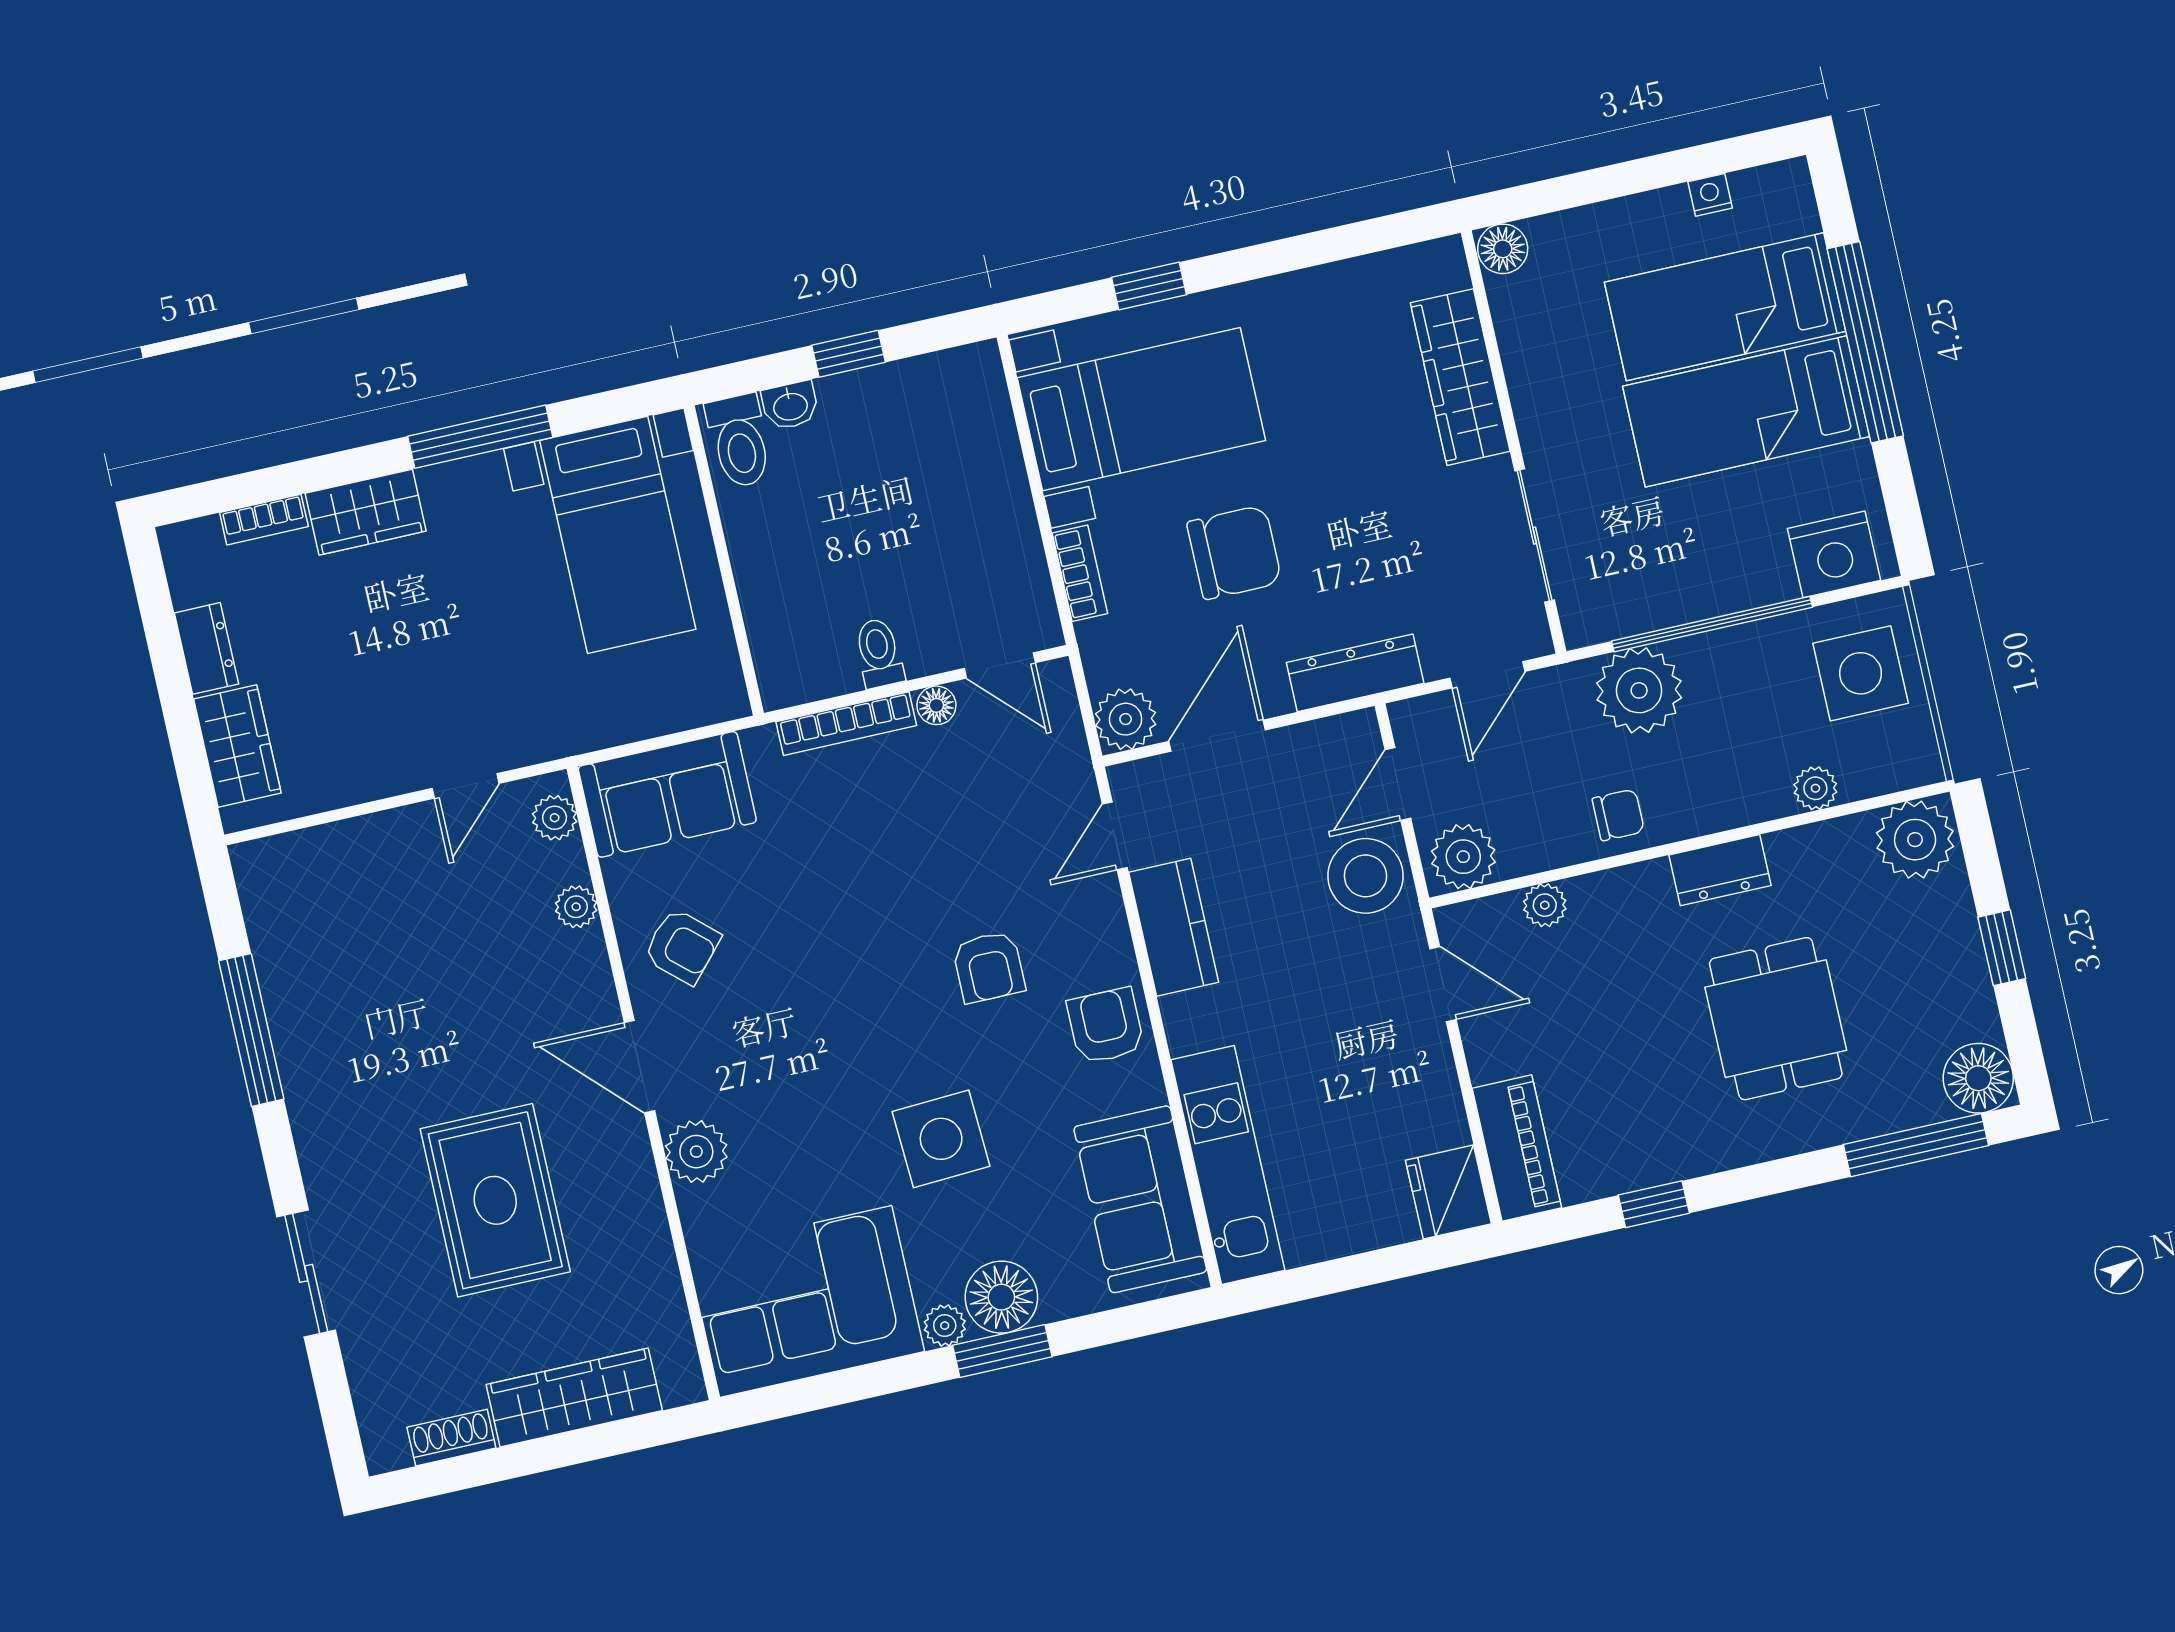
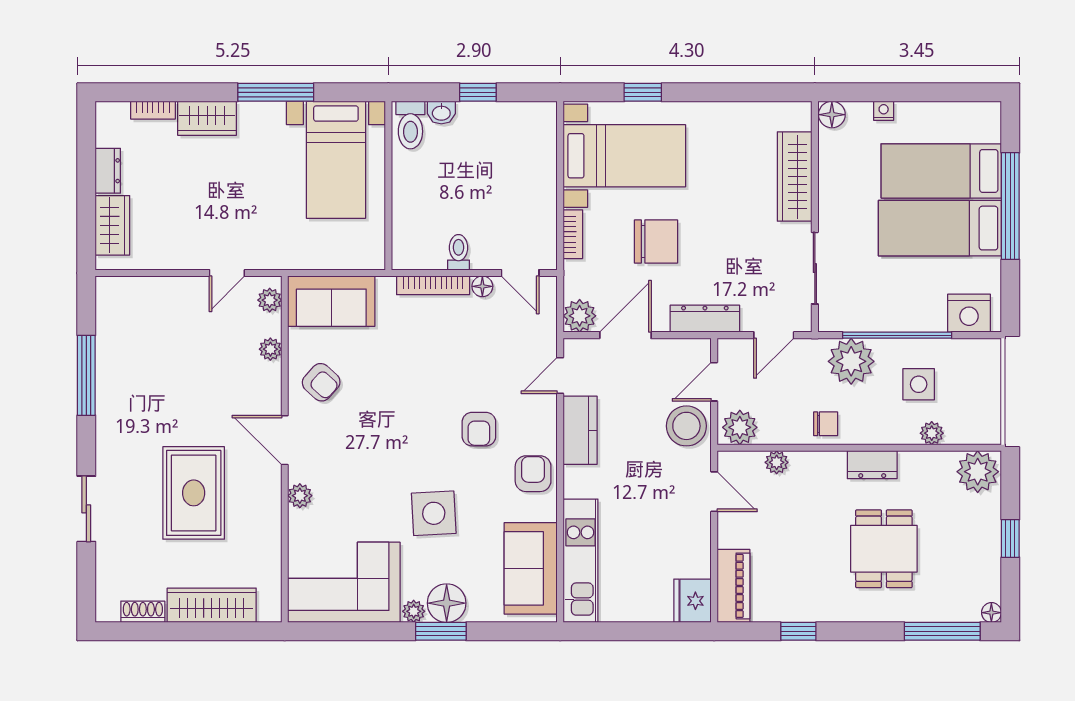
nightstand: (1710, 195) -> (884, 111), moved
side table: (1861, 673) -> (919, 384), moved, width x0.73, depth x0.73
floor lamp: (1978, 1078) -> (991, 613), width x0.53, depth x0.53
plant: (696, 1152) -> (300, 496), width x0.73, depth x0.73

